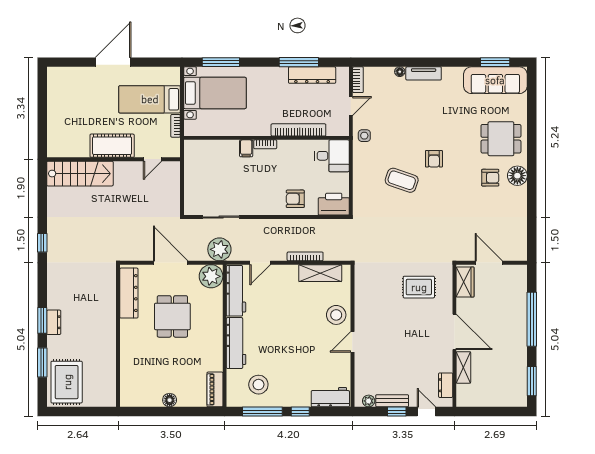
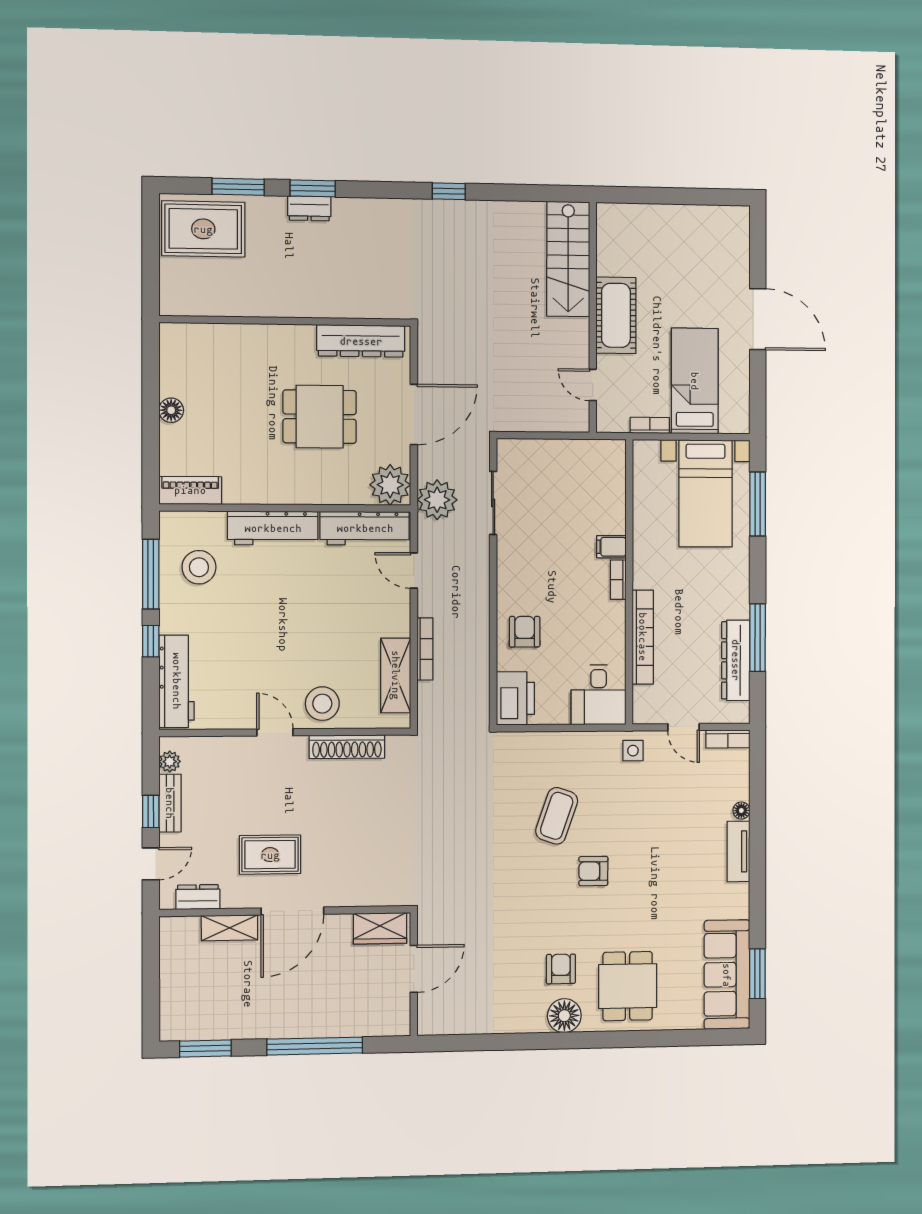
armchair: (490, 178) -> (561, 969), turned 180
rug: (419, 287) -> (270, 855), moved, turned 90
shoe rack: (361, 301) -> (347, 747), added
workbench: (330, 397) -> (177, 681), width x1.37

